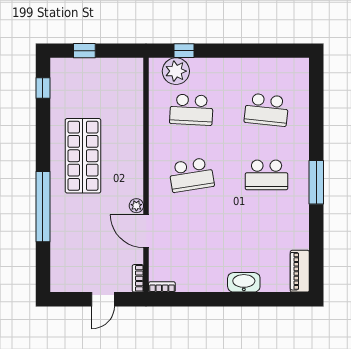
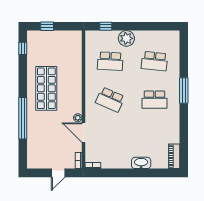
plant: (176, 71) -> (126, 38), moved
school desk: (191, 175) -> (110, 100), turned 33
window: (316, 182) -> (184, 91), moved

